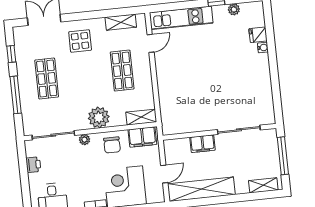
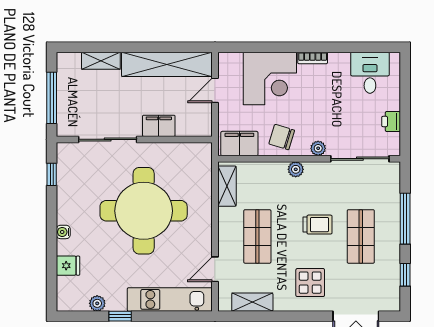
water cooler: (263, 48) -> (63, 232), moved
round table: (207, 81) -> (144, 211), added
trolley: (79, 84) -> (317, 225), added
window: (277, 100) -> (52, 174), added
plant: (99, 117) -> (296, 169), width x0.53, depth x0.53
shelving: (141, 117) -> (227, 186), moved, turned 90
chair: (112, 145) -> (282, 137), turned -73
shelving: (263, 185) -> (101, 61), moved

